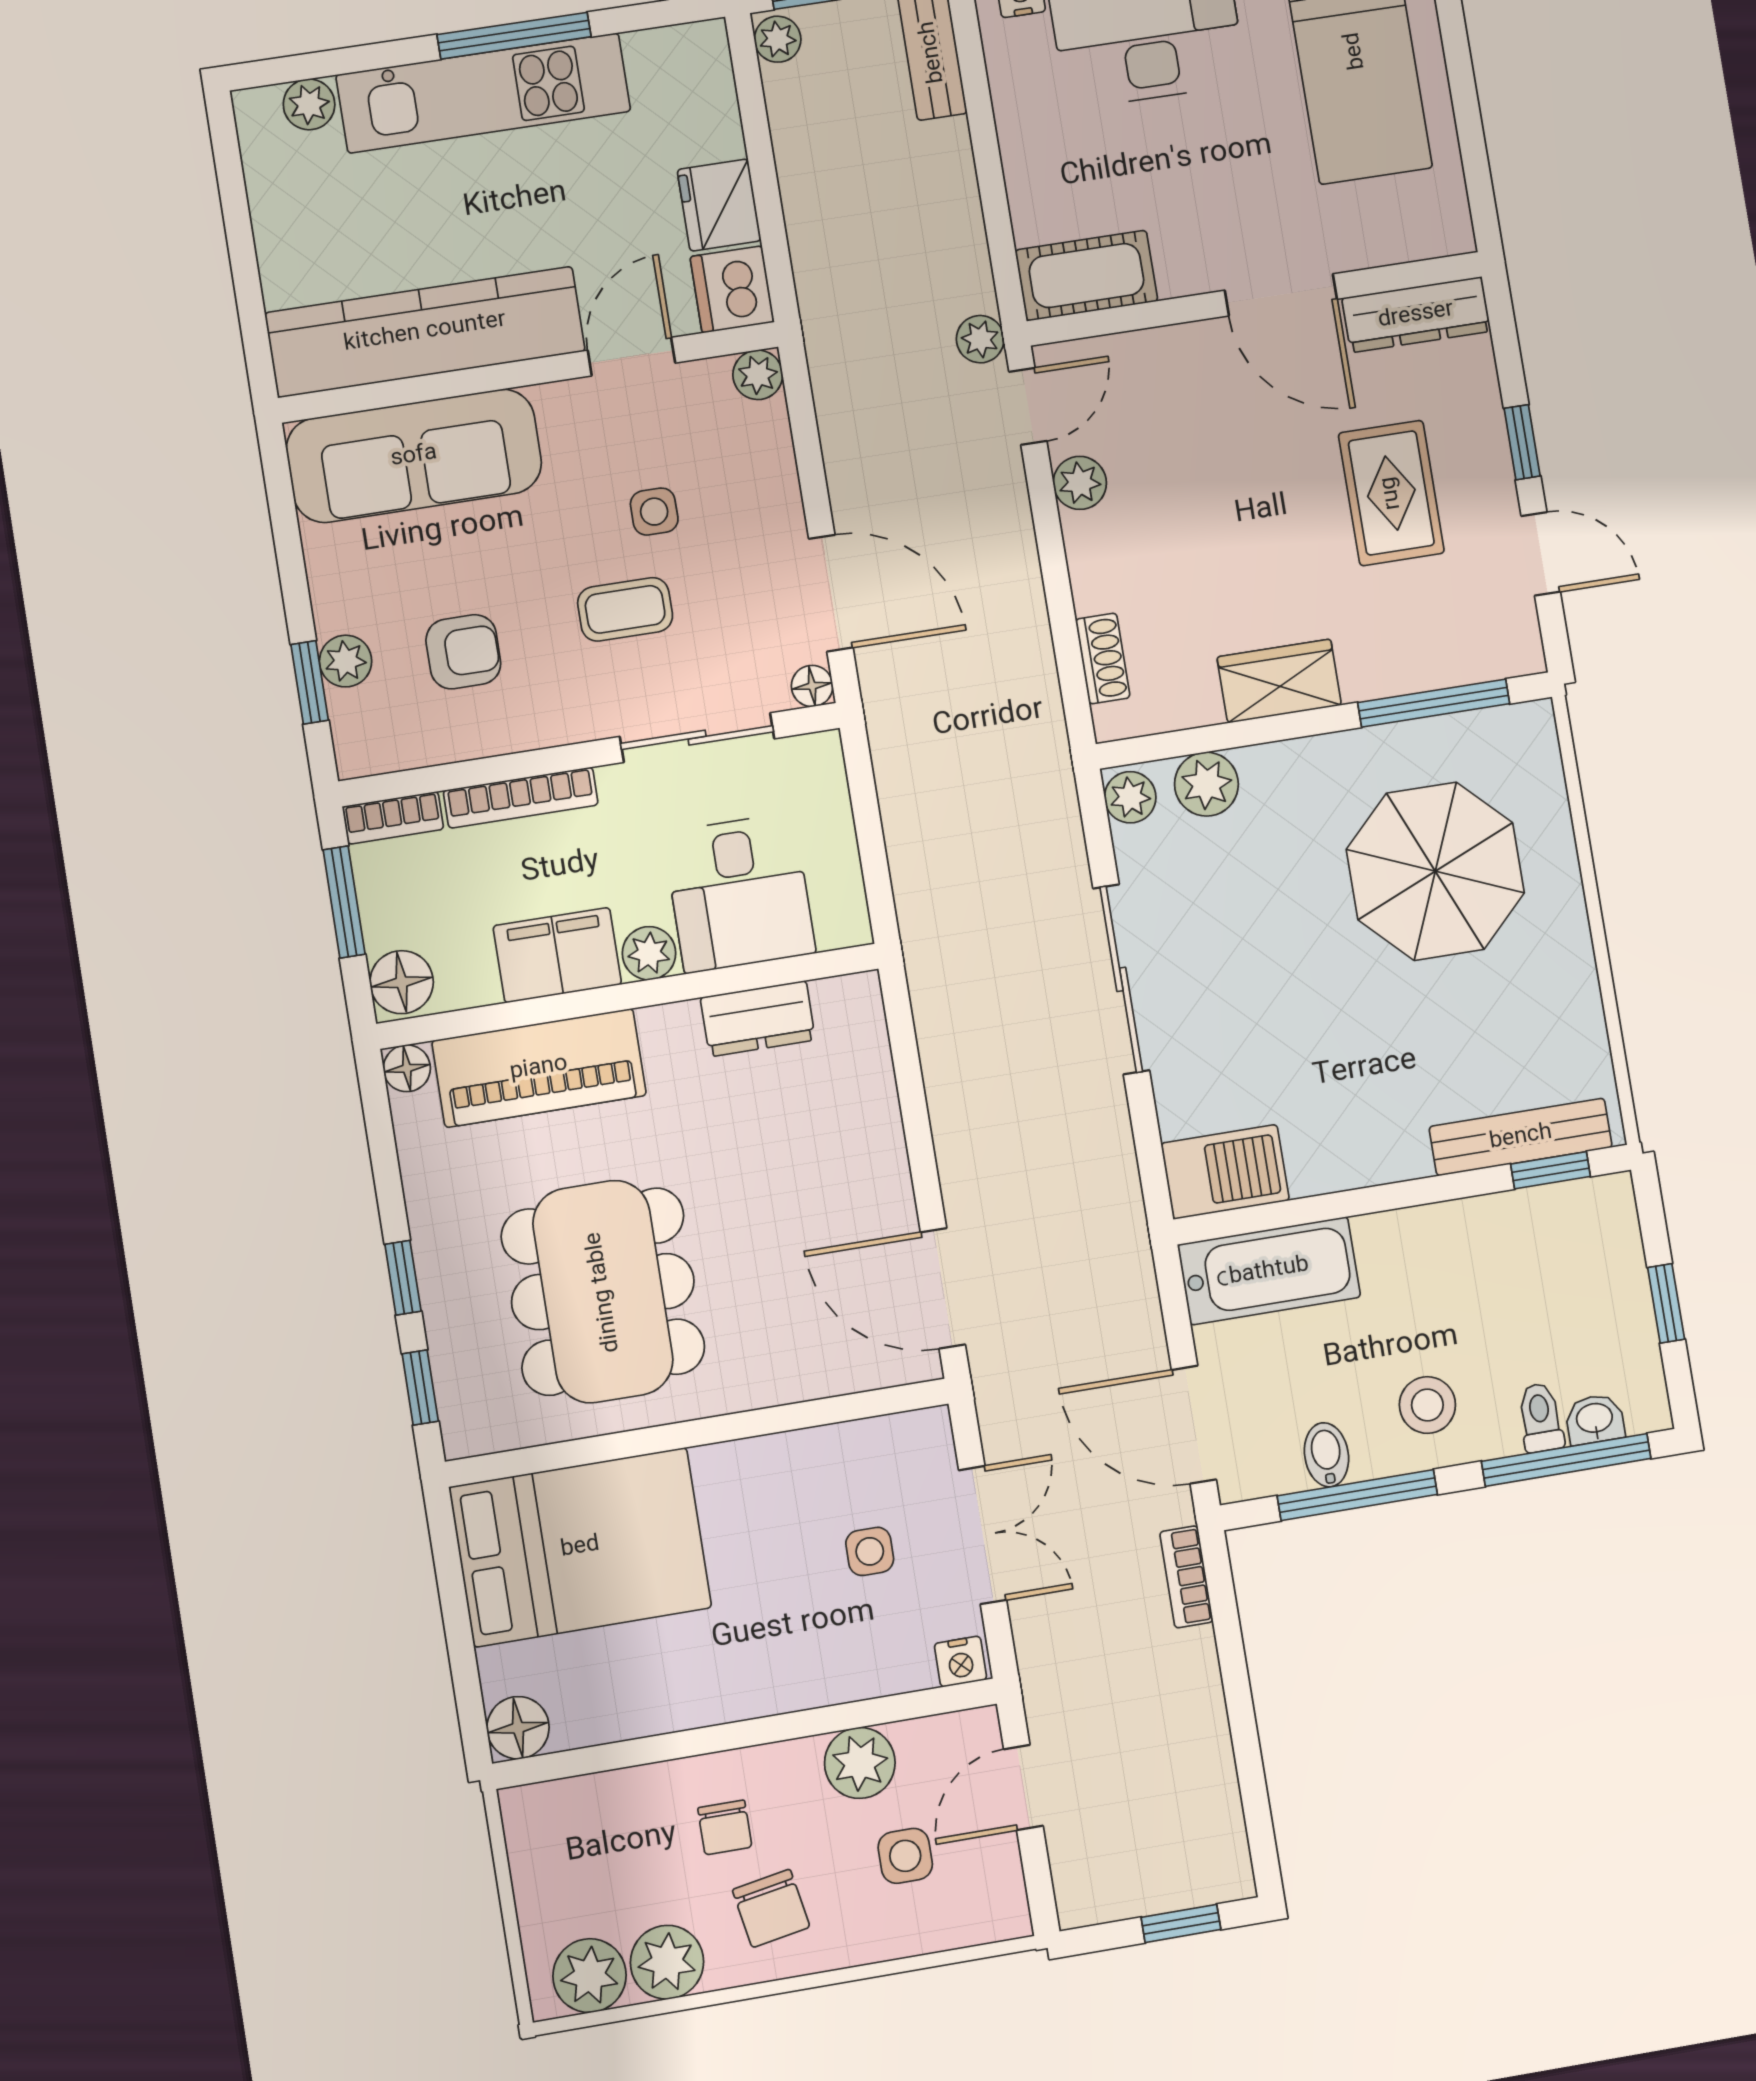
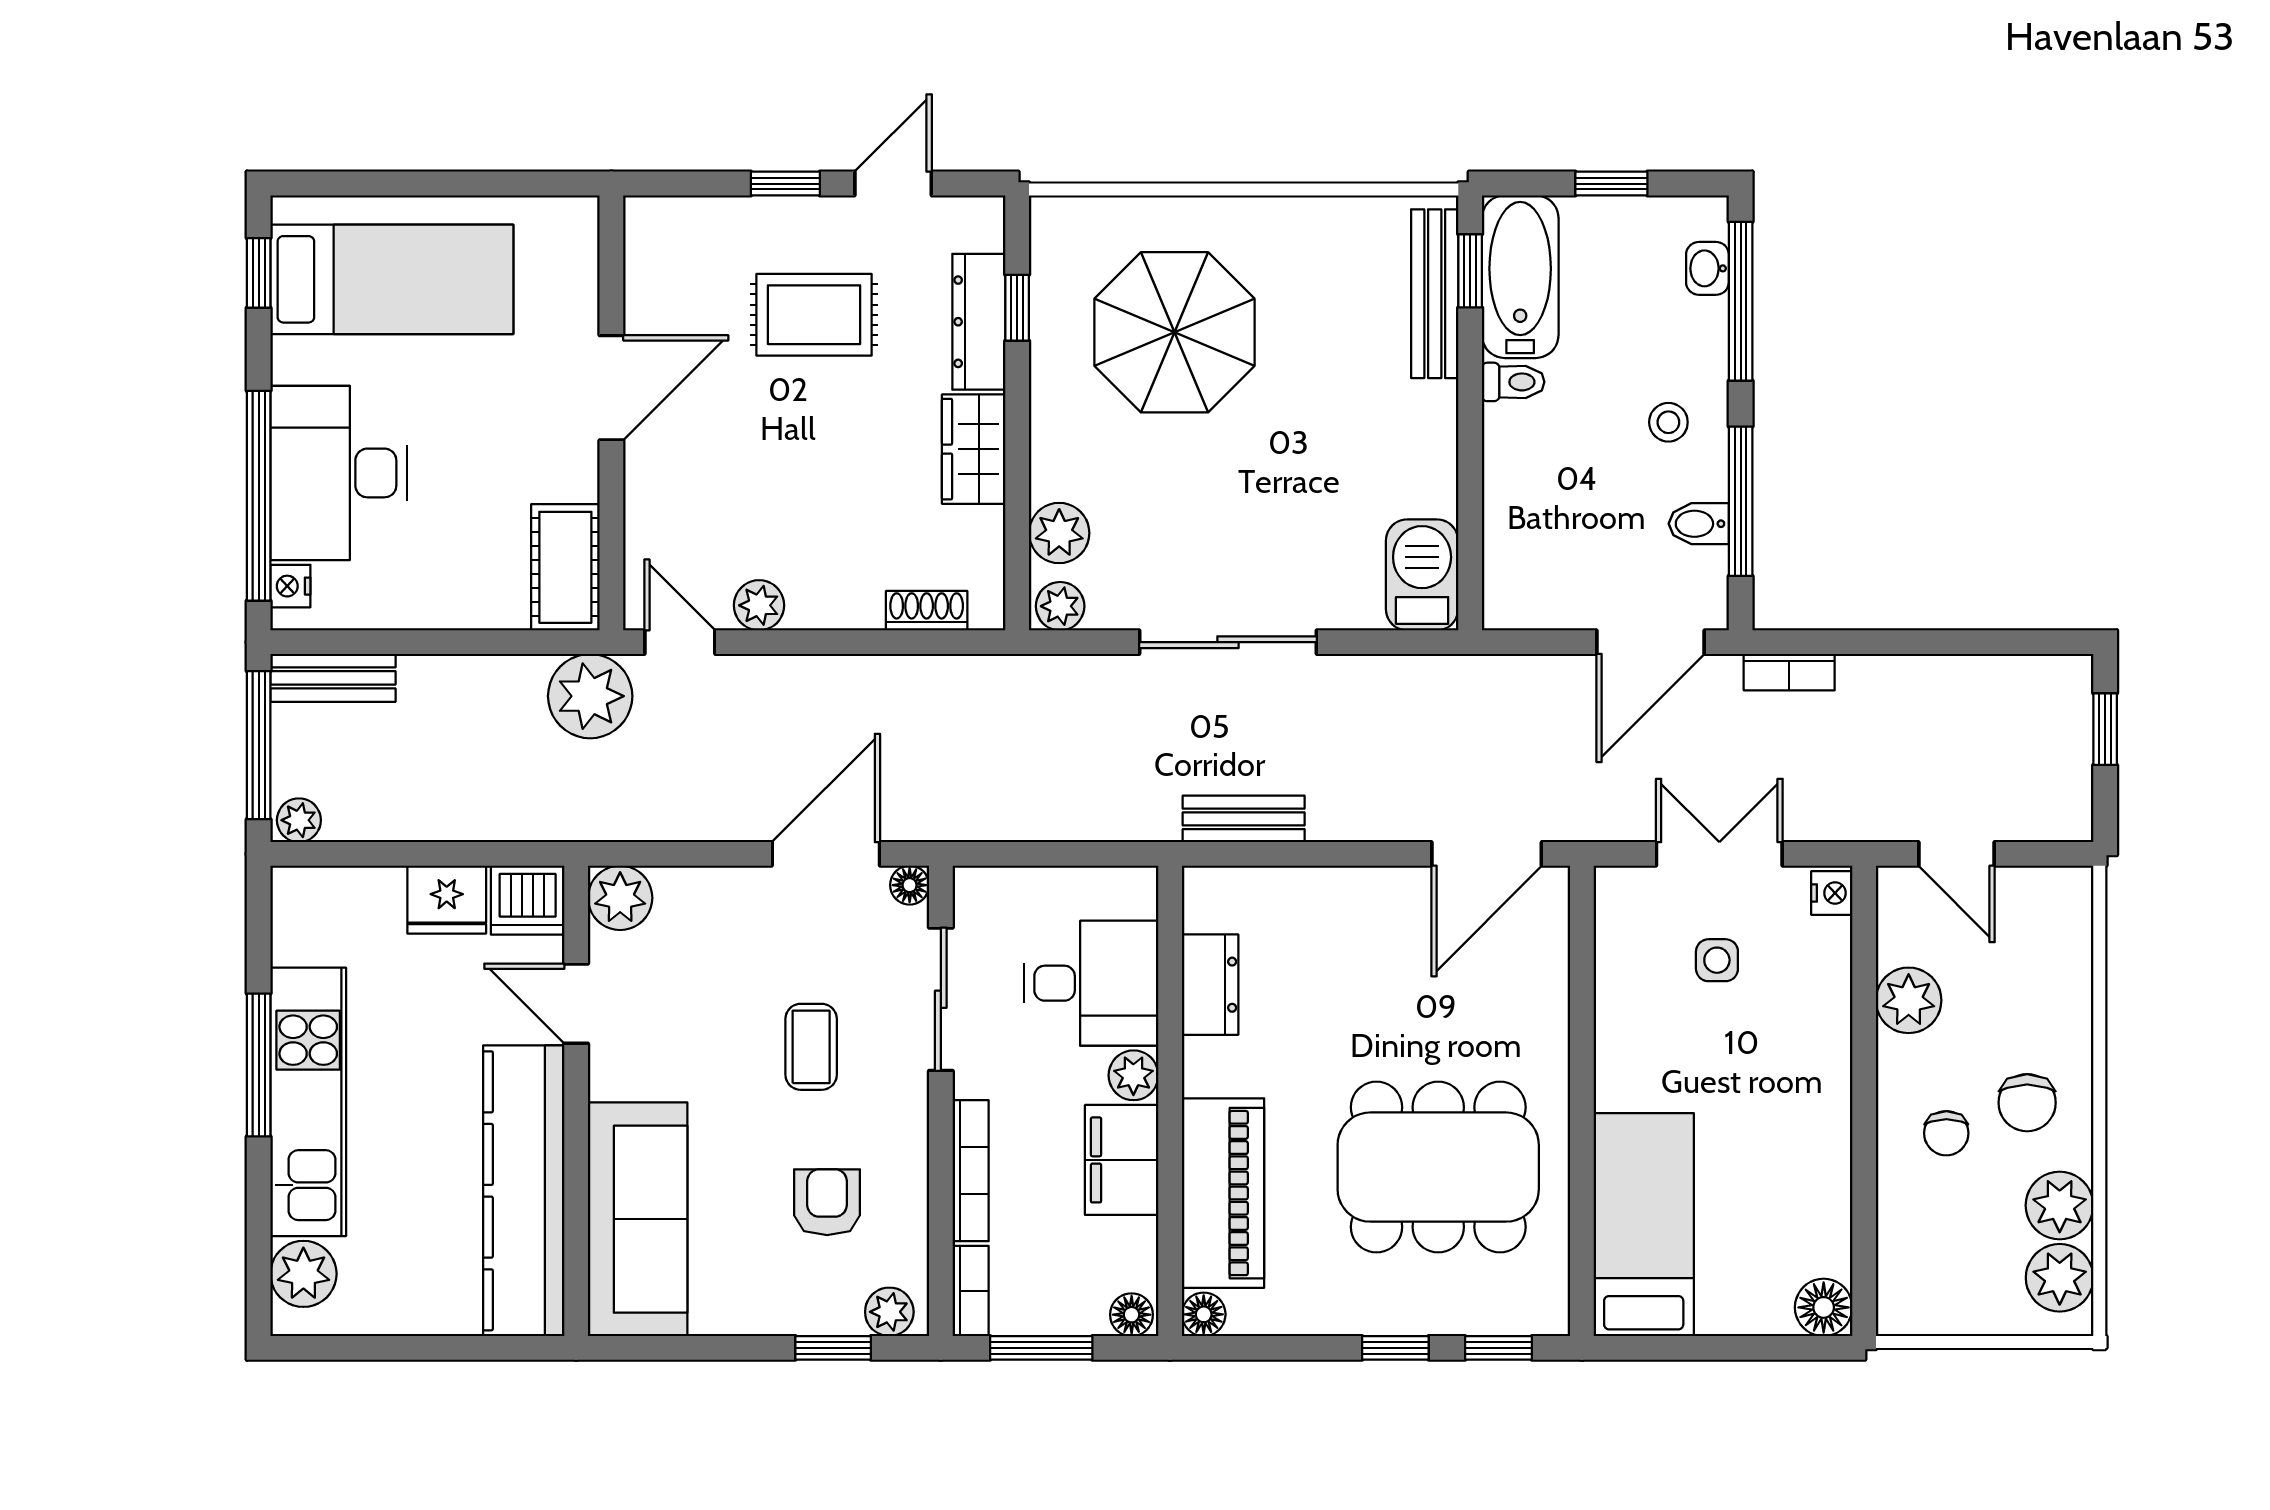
plant: (309, 104) -> (303, 1274), width x1.38, depth x1.38
dresser: (1416, 315) -> (979, 322), moved, turned 180
plant: (980, 339) -> (590, 696), width x1.88, depth x1.88
plant: (758, 375) -> (620, 898), width x1.38, depth x1.38
side table: (654, 512) -> (724, 1005), removed
plant: (346, 661) -> (889, 1312), moved
window: (1434, 703) -> (1017, 308), width x0.46
floor lamp: (402, 982) -> (1132, 1315), width x0.73, depth x0.73
bench: (938, 1026) -> (1244, 819), added
bathtub: (1269, 1271) -> (1520, 277), moved
stool: (1427, 1405) -> (1668, 422), width x0.73, depth x0.73
toilet: (1540, 1418) -> (1513, 382), moved, turned 180
bed: (580, 1547) -> (1644, 1225), width x0.67
chair: (725, 1827) -> (1946, 1133), turned 90
side table: (905, 1856) -> (2000, 972), removed
chair: (771, 1908) -> (2027, 1103), turned 100

